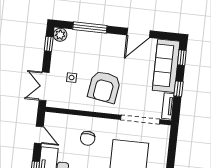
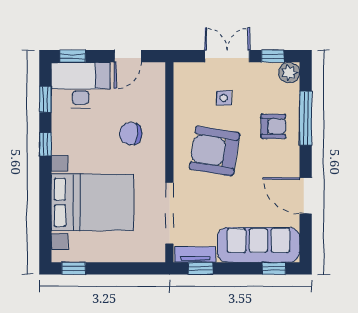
armchair: (93, 48) -> (273, 126), added
double door: (44, 86) -> (227, 56), moved
window: (179, 89) -> (201, 268), moved

